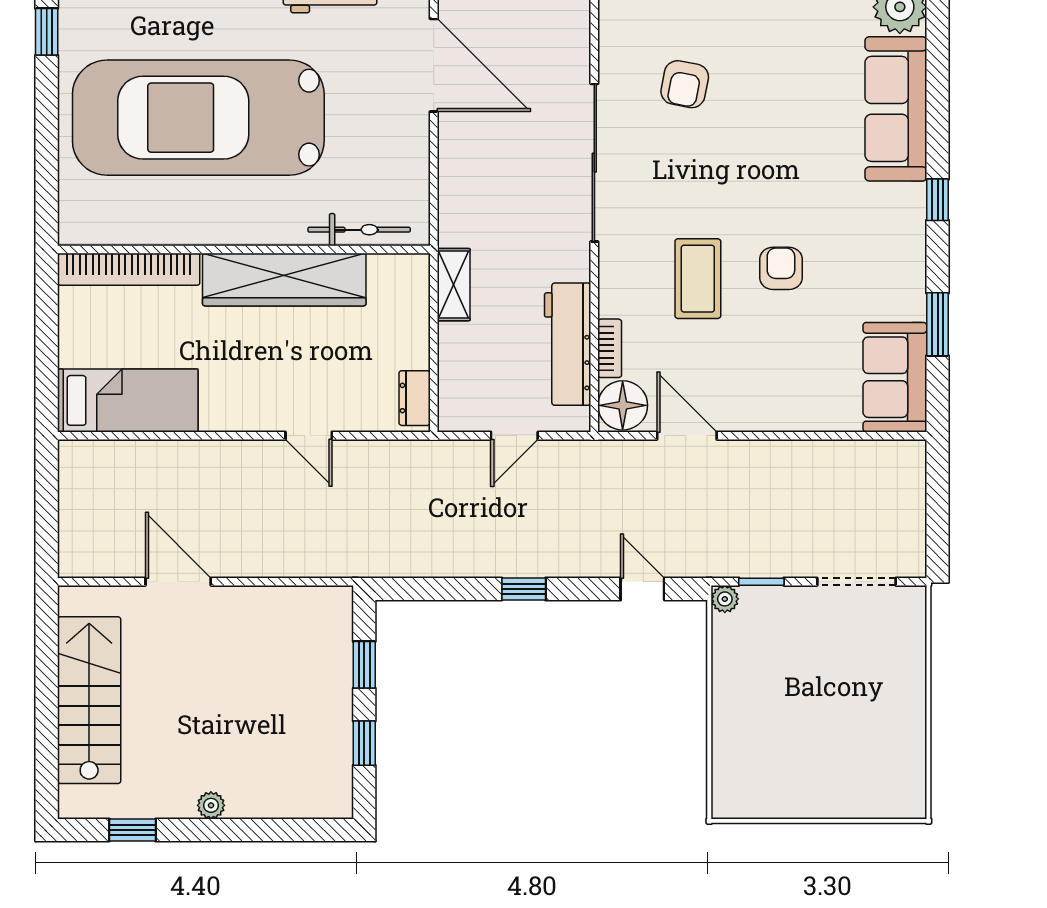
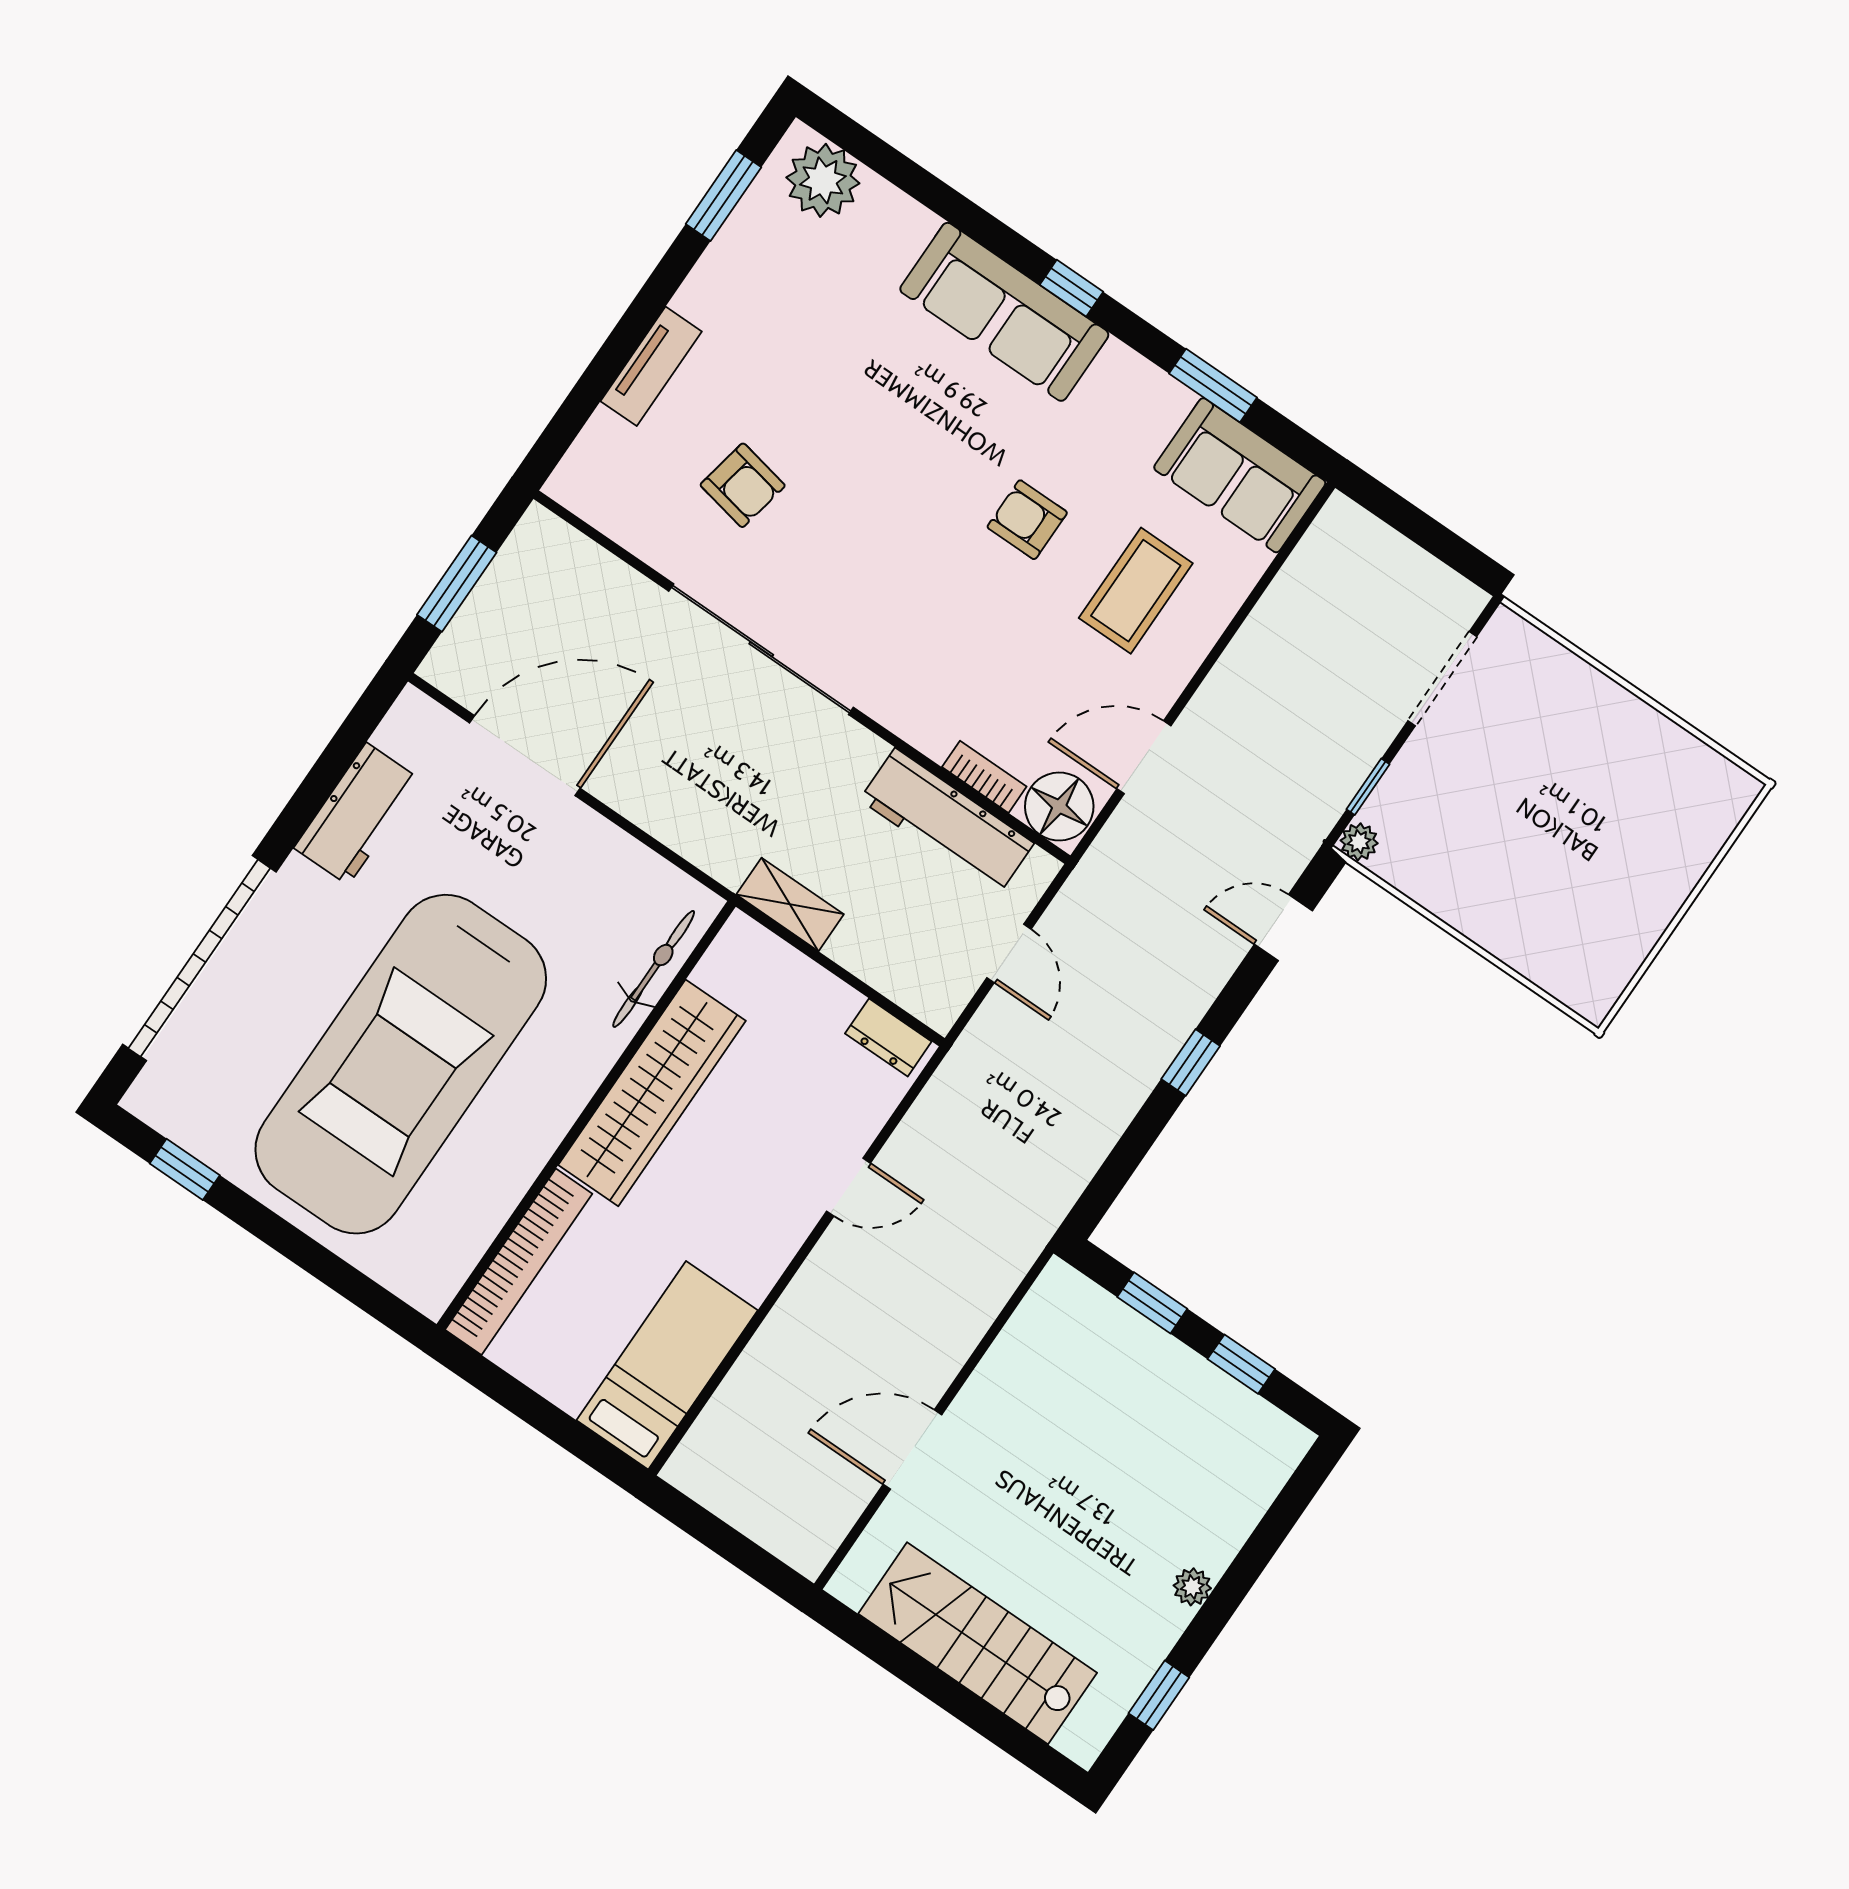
sofa: (896, 109) -> (1004, 312), moved
coffee table: (698, 279) -> (1136, 591), moved, turned 90

